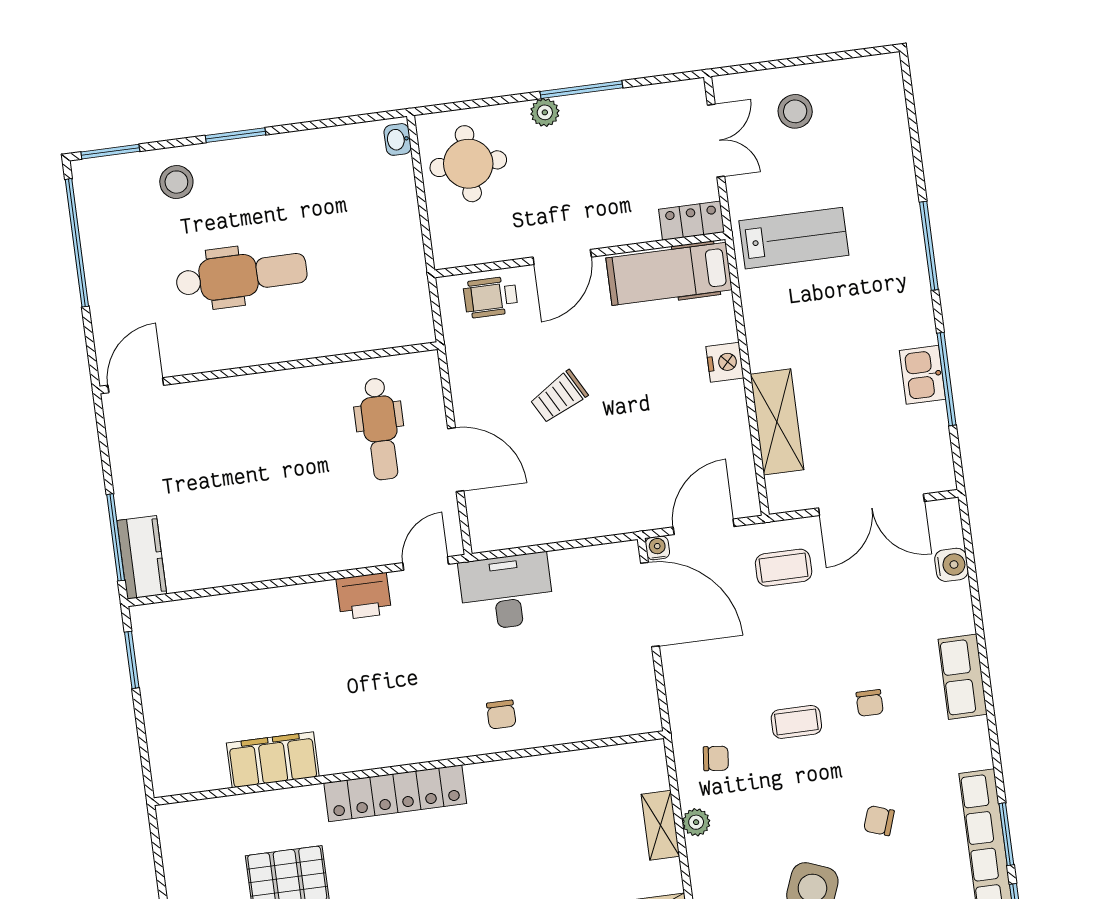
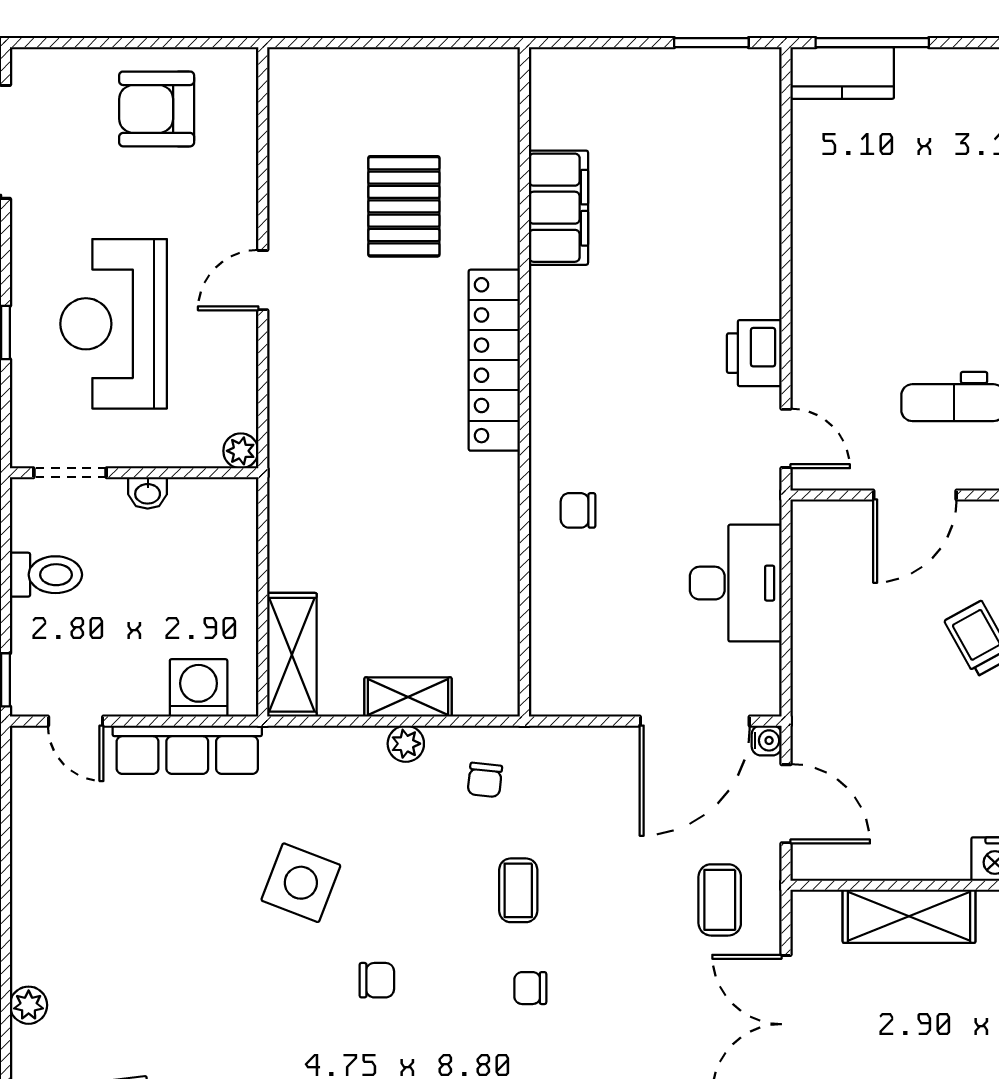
desk: (506, 592) -> (736, 583), moved
chair: (879, 821) -> (377, 980), turned 71

